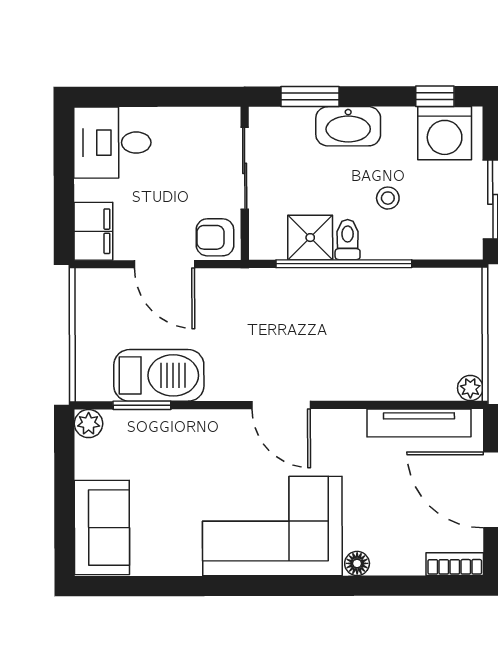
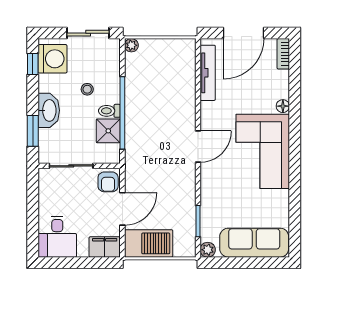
barbecue: (159, 375) -> (149, 243), moved, turned 90
plant: (470, 388) -> (131, 45), moved
sofa: (102, 528) -> (254, 243), width x1.36

